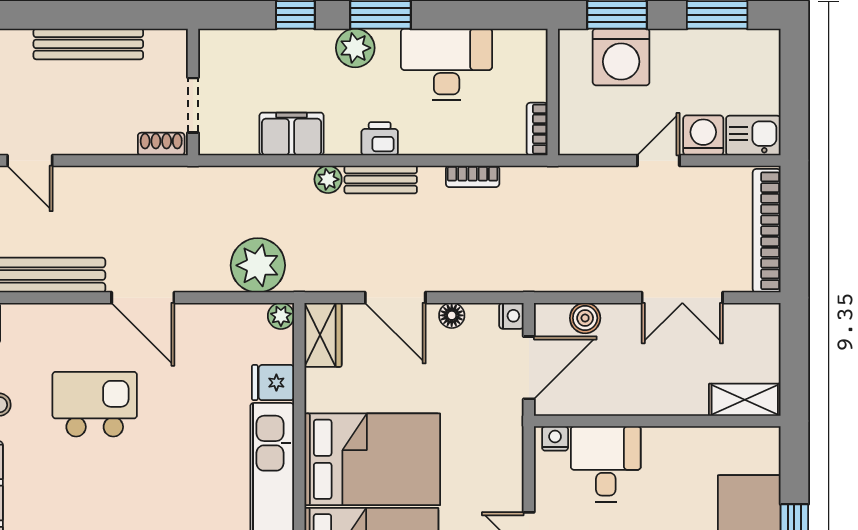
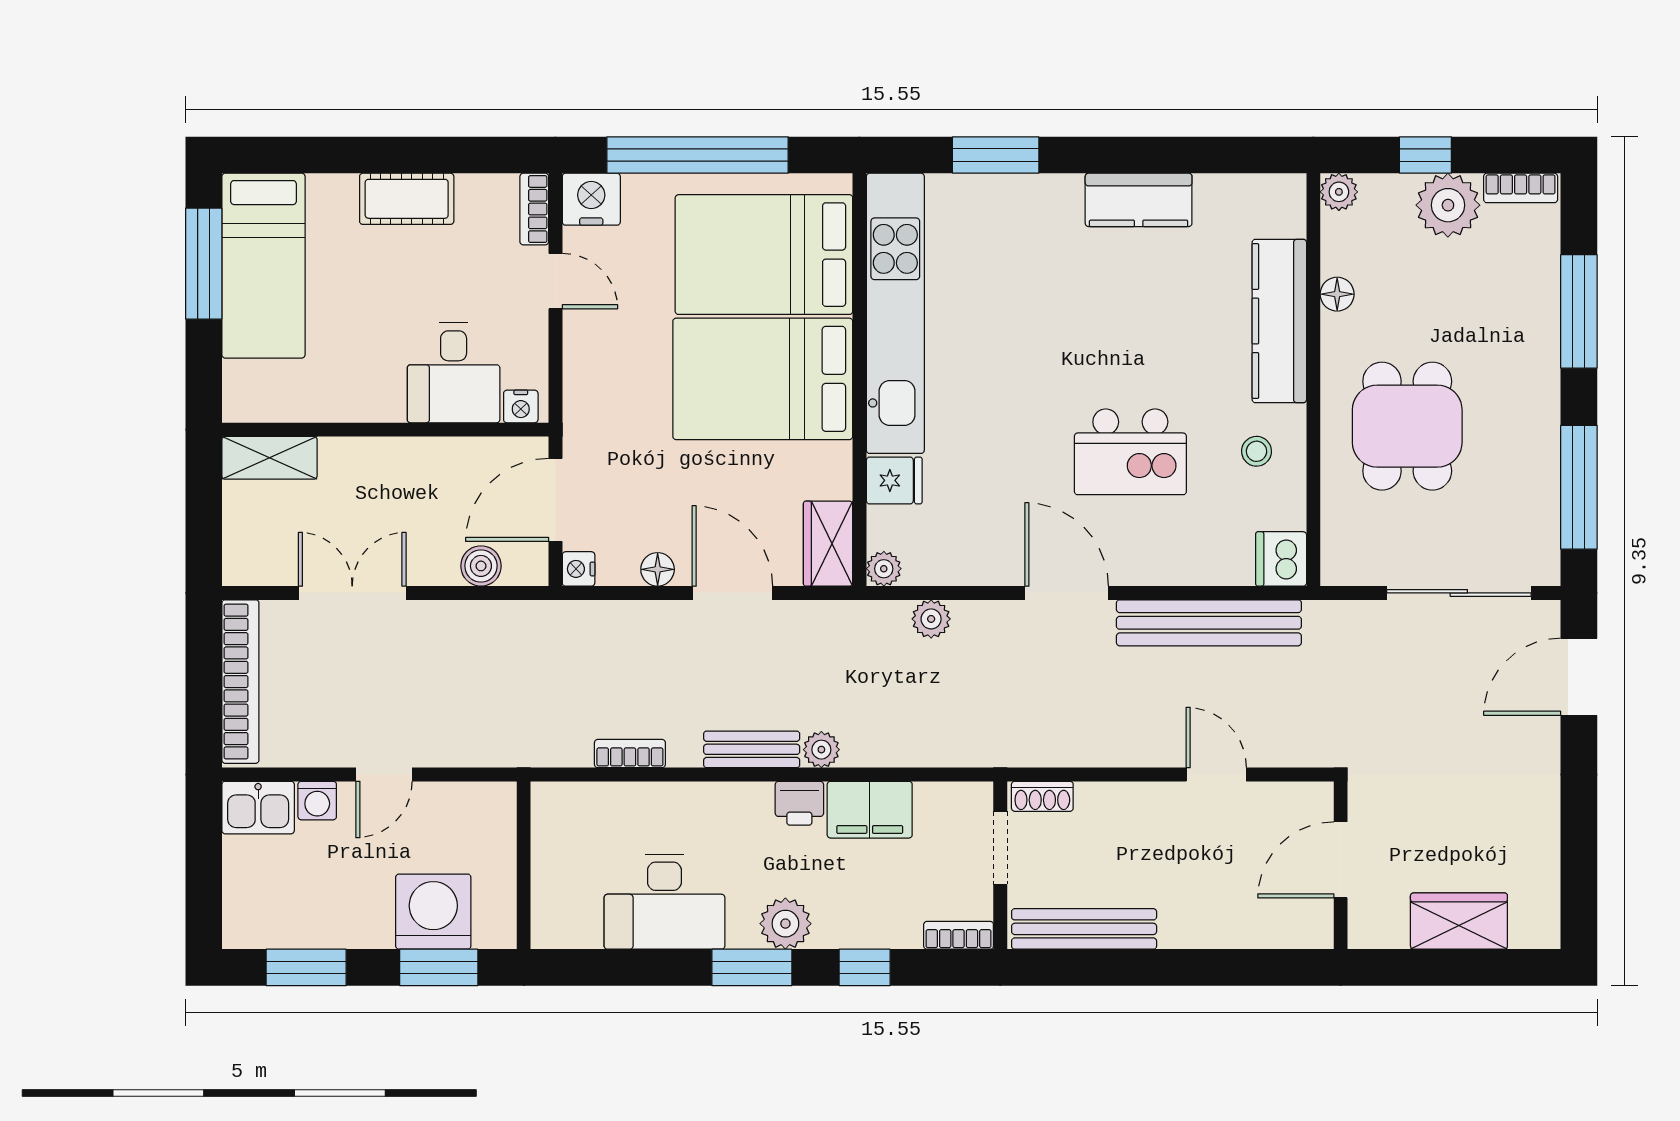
bench: (88, 44) -> (1084, 929), moved
bookcase: (537, 129) -> (959, 935), moved, turned -90
washing machine: (703, 135) -> (317, 801), width x0.73, depth x0.73
printer: (380, 139) -> (799, 803), moved
plant: (258, 265) -> (931, 619), width x0.53, depth x0.53

